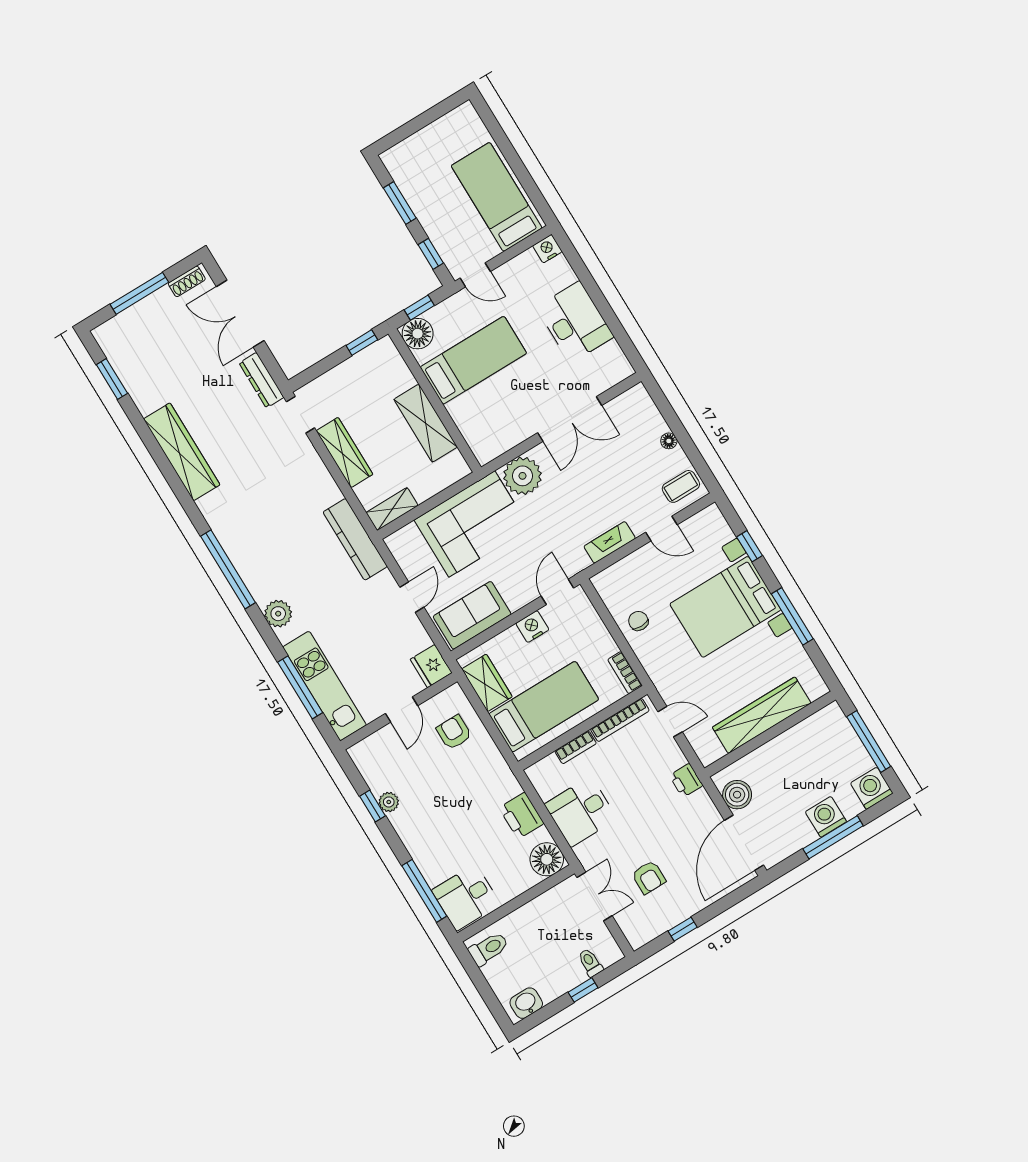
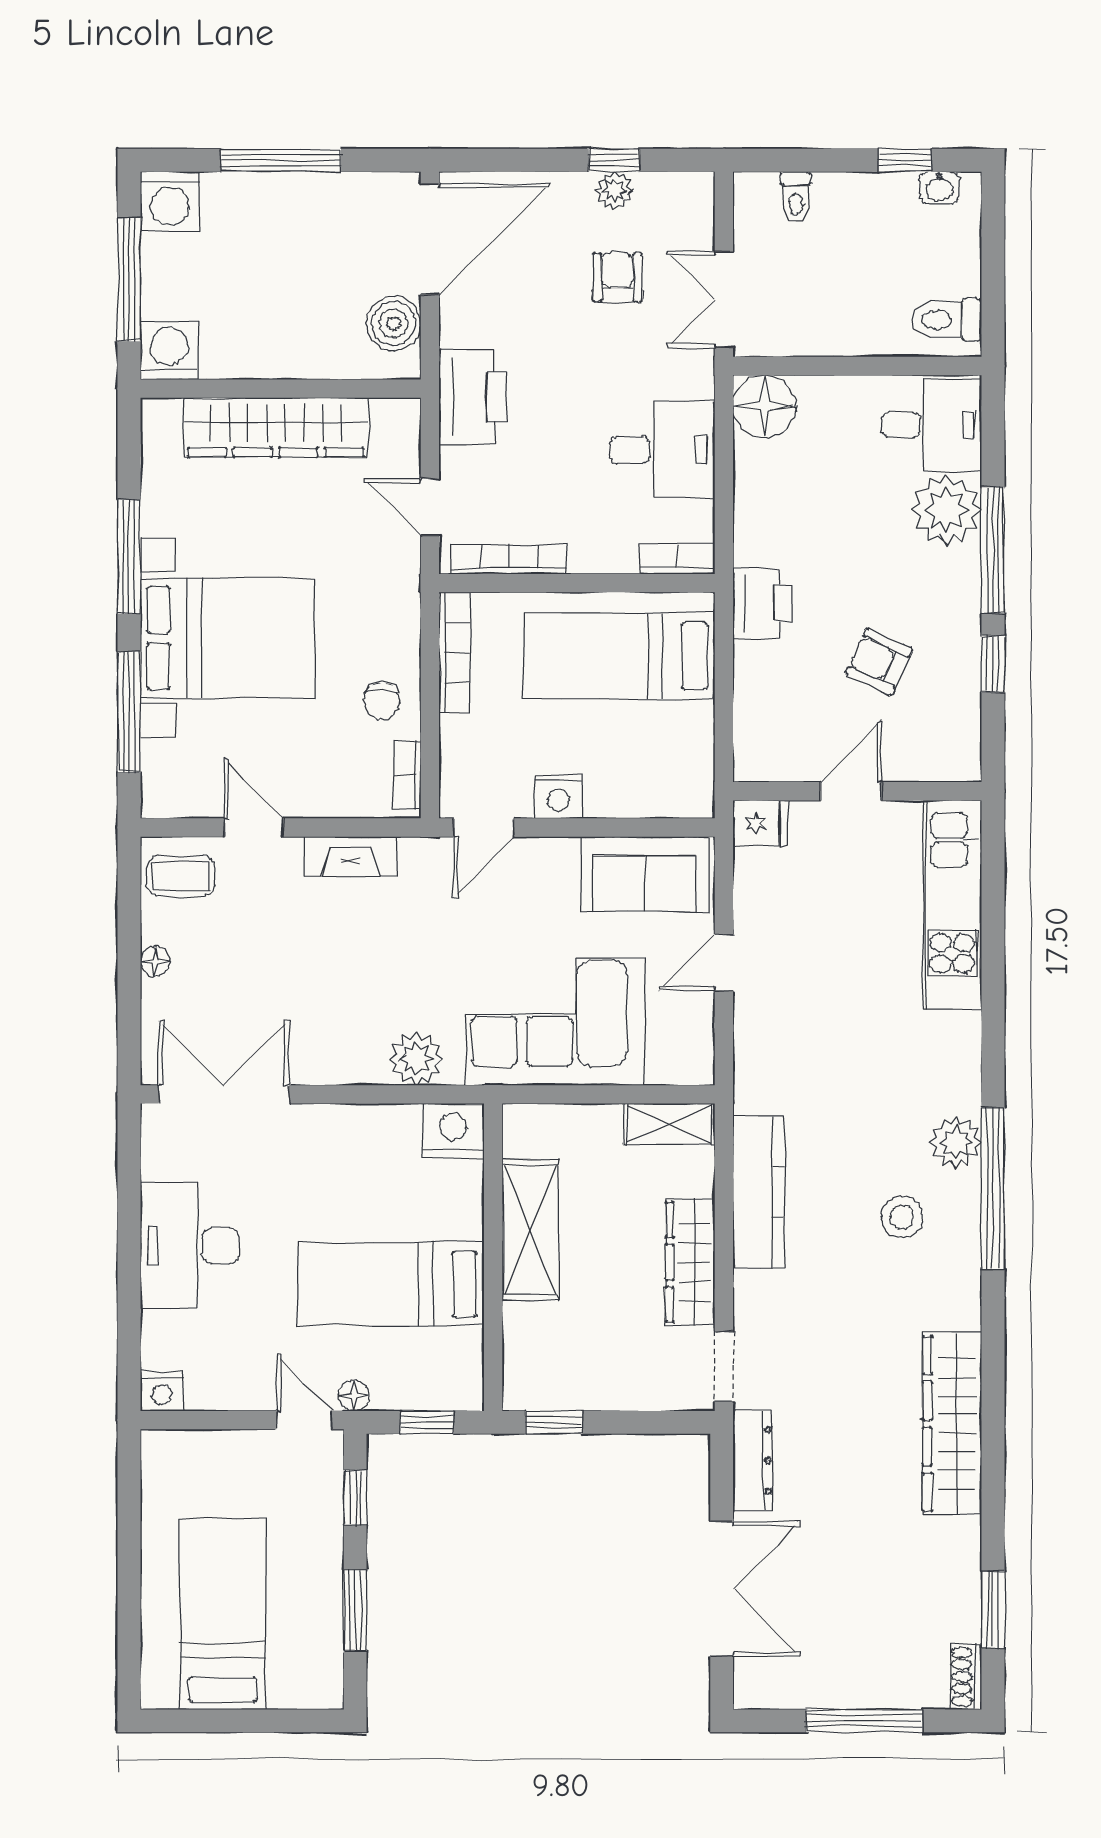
bed: (497, 197) -> (223, 1614), moved, turned 180
shoe rack: (187, 281) -> (966, 1677), moved, turned -90
floor lamp: (418, 334) -> (354, 1396), moved, width x0.53, depth x0.53
double door: (570, 419) -> (224, 1094), moved
nightstand: (488, 446) -> (453, 1131), added
plant: (523, 476) -> (416, 1059), width x0.73, depth x0.73
stool: (261, 531) -> (902, 1217), added
kitchen counter: (355, 539) -> (758, 1192), moved
window: (749, 546) -> (129, 712), width x2.17
bookcase: (606, 595) -> (407, 775), added
plant: (278, 614) -> (956, 1142), moved
fridge: (431, 666) -> (760, 823), width x0.72
bookcase: (625, 673) -> (454, 653), width x1.56
wardrobe: (487, 683) -> (687, 750), removed
window: (300, 687) -> (993, 927), removed
armchair: (454, 732) -> (879, 662), moved, turned 115
bookcase: (576, 747) -> (677, 559), moved
printer: (686, 780) -> (473, 397), width x1.87, depth x1.48
plant: (389, 802) -> (946, 510), moved, width x1.87, depth x1.87
printer: (521, 816) -> (762, 603), moved
washing machine: (826, 817) -> (169, 351), moved, turned 180
window: (424, 891) -> (993, 550), moved
plant: (674, 916) -> (614, 190), added
window: (583, 990) -> (905, 160), moved
washbasin: (526, 1003) -> (939, 188), width x0.72, depth x0.69

